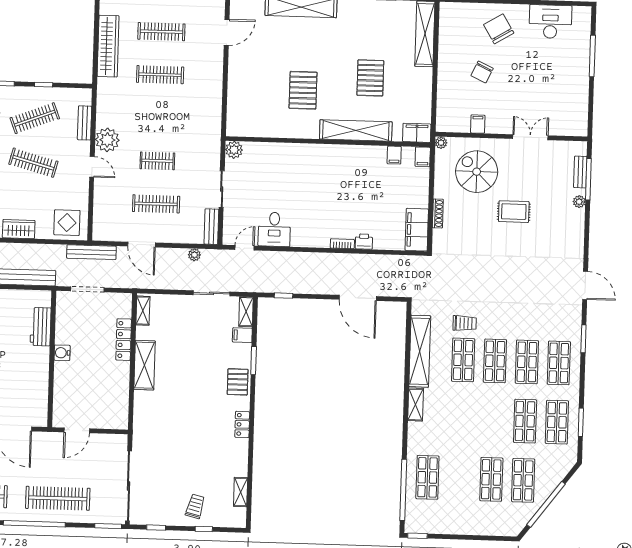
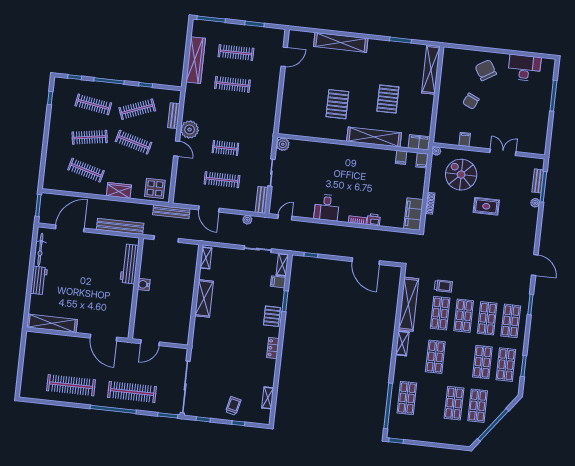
desk: (274, 229) -> (327, 208), moved
workbench: (41, 327) -> (129, 264), width x1.38
locker: (124, 340) -> (190, 278), removed
shop shelf: (461, 419) -> (435, 357), added

